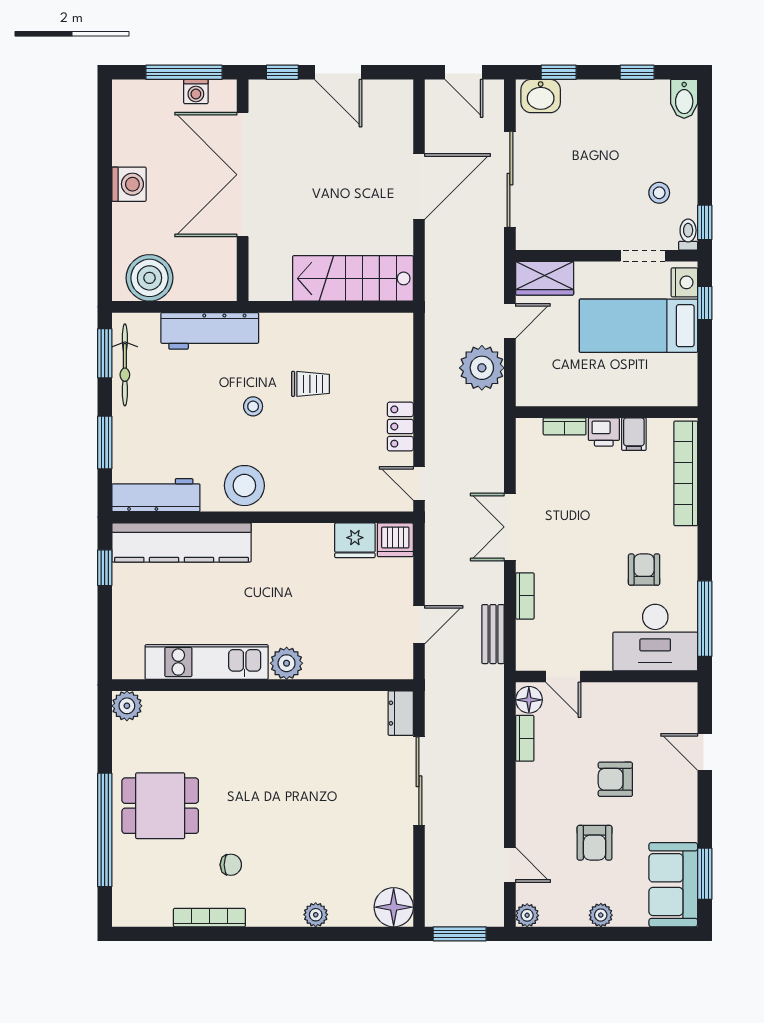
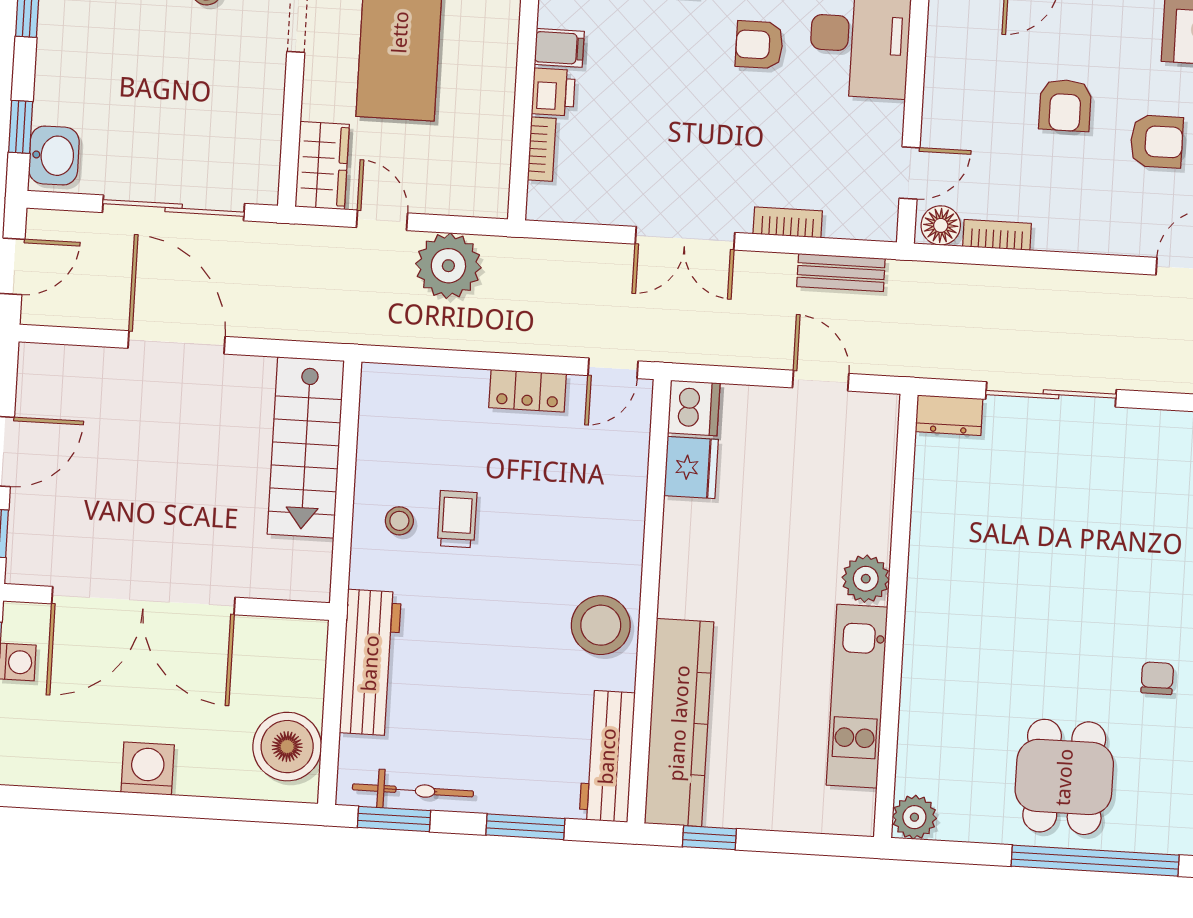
stool: (253, 406) -> (399, 521), moved

